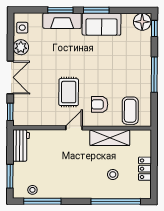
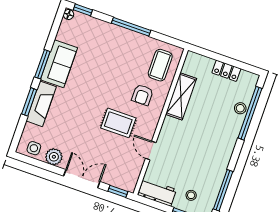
floor lamp: (142, 22) -> (68, 14), width x0.53, depth x0.53
coffee table: (130, 111) -> (160, 65), turned 90
door: (74, 128) -> (151, 150), moved
stool: (113, 174) -> (240, 108), moved
stool: (32, 190) -> (191, 195), moved

